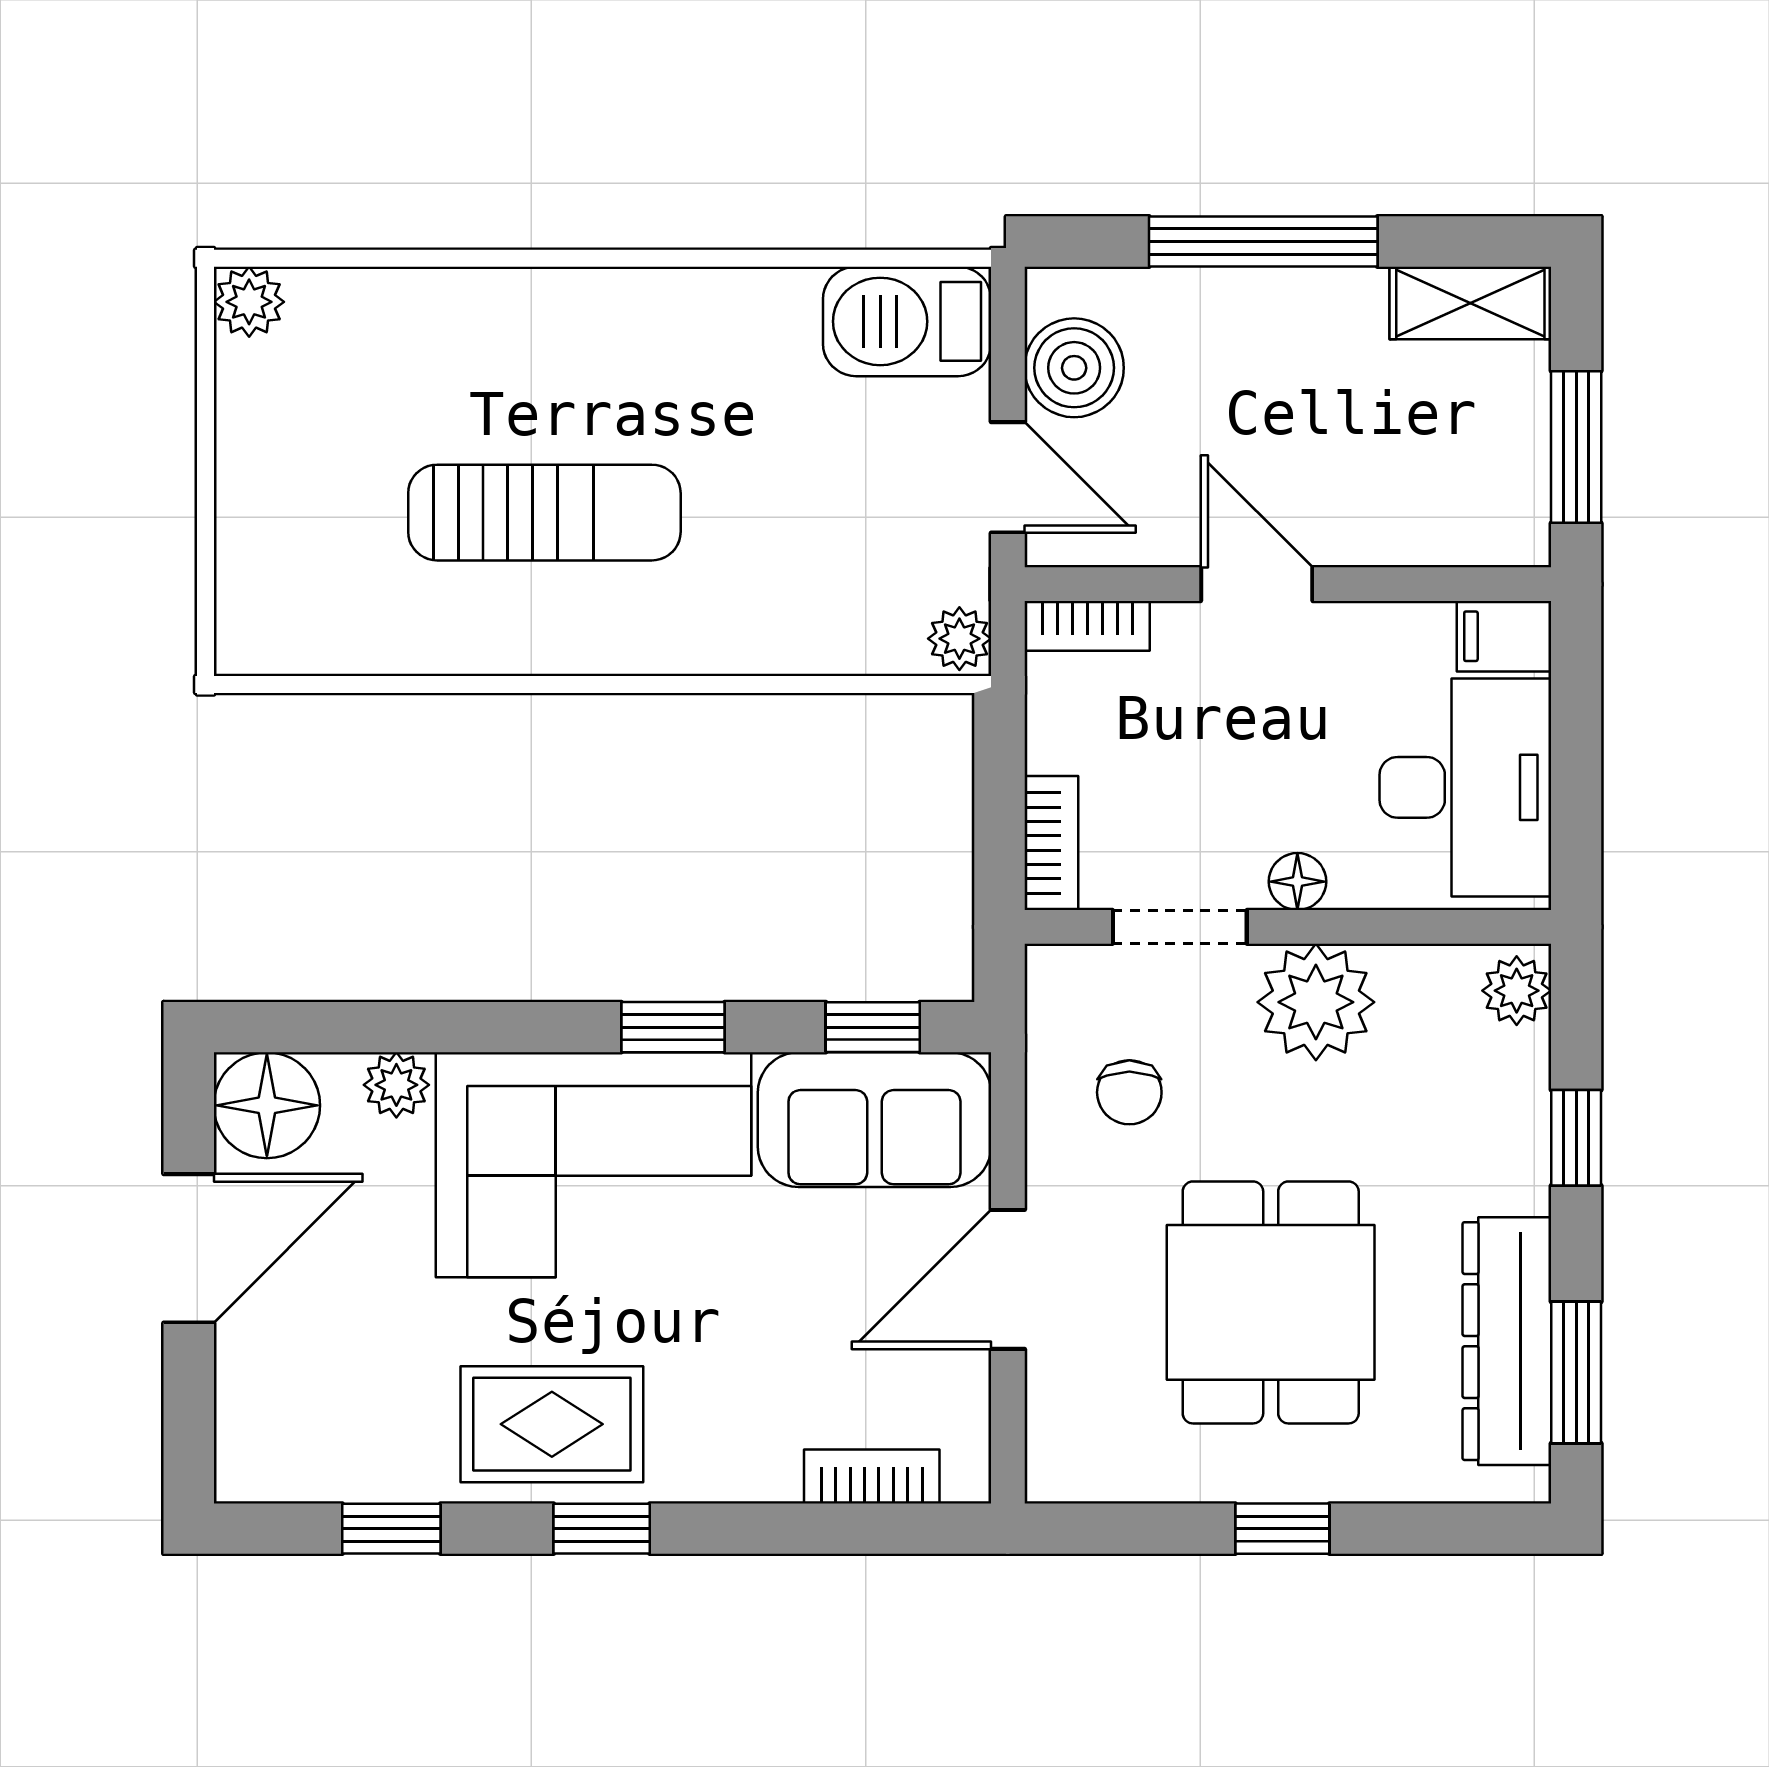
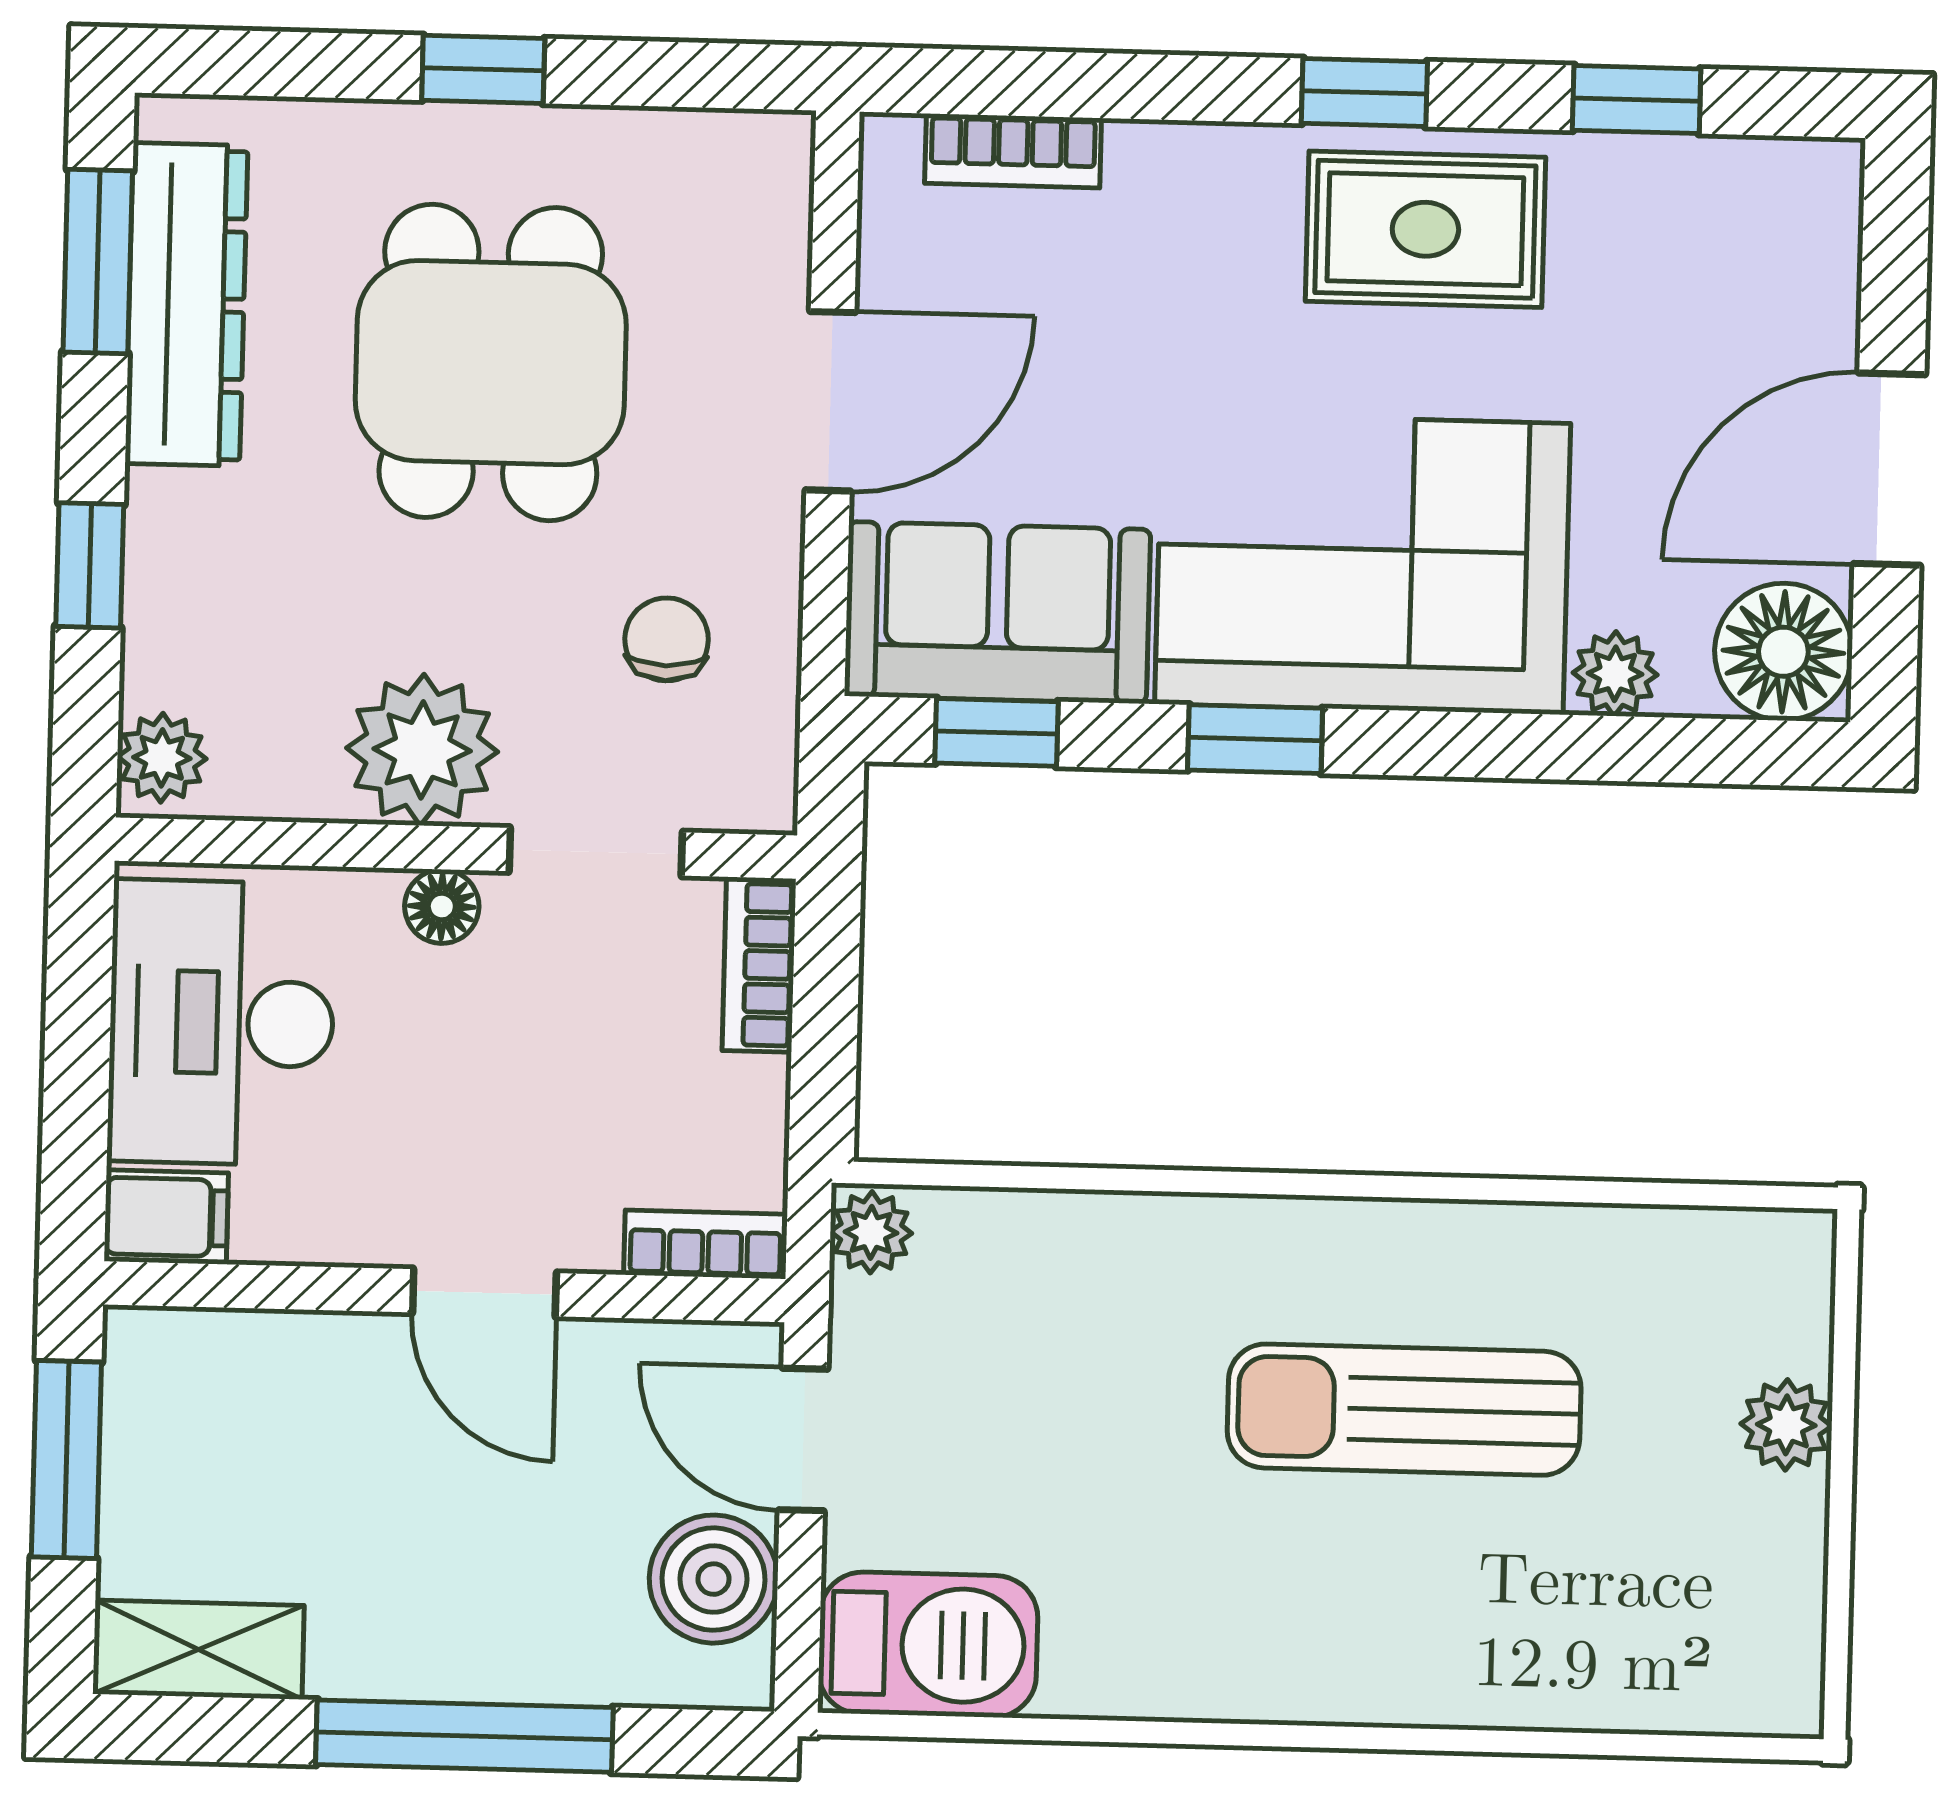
plant: (249, 302) -> (1786, 1425), moved

